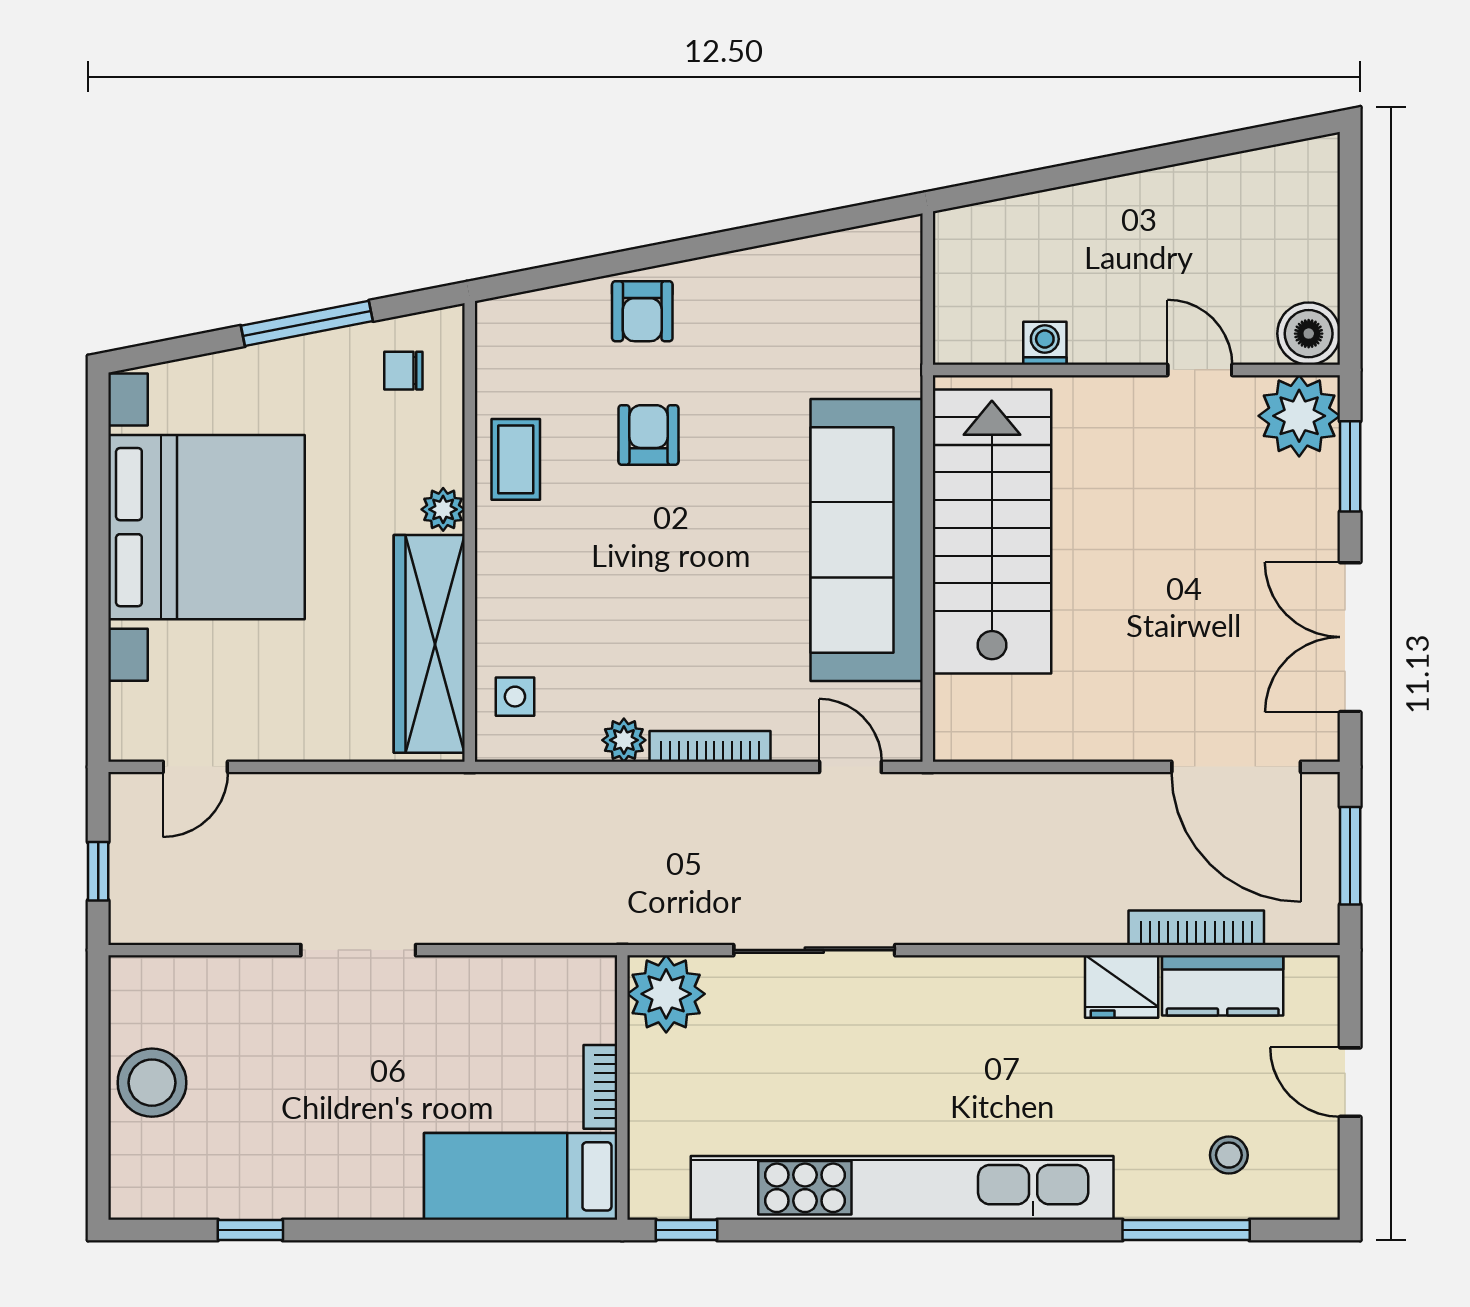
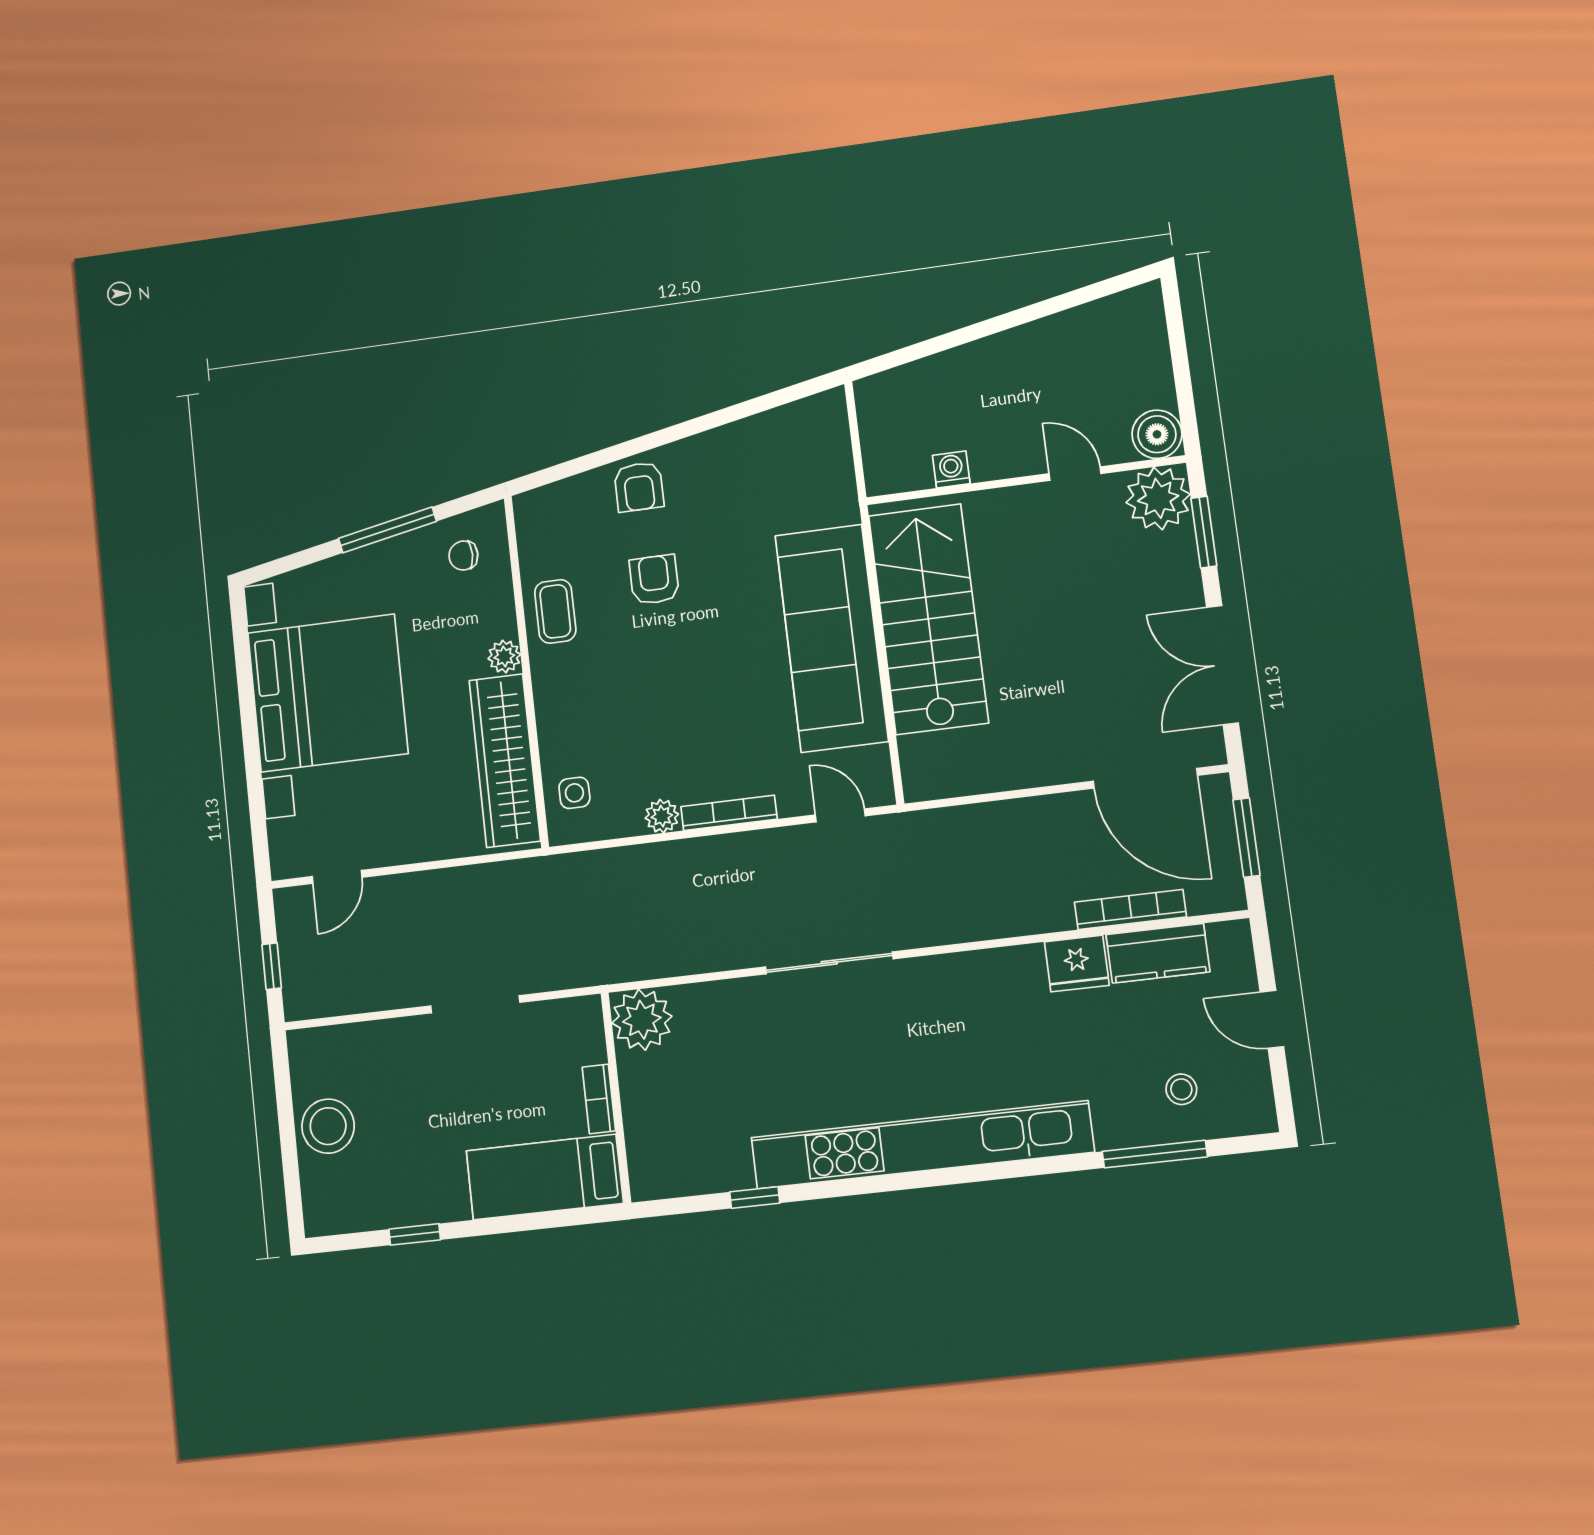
plant: (666, 994) -> (642, 1020), moved
bookcase: (600, 1087) -> (599, 1099), moved
wall: (622, 1088) -> (616, 1098), moved
bed: (521, 1176) -> (545, 1177), moved

